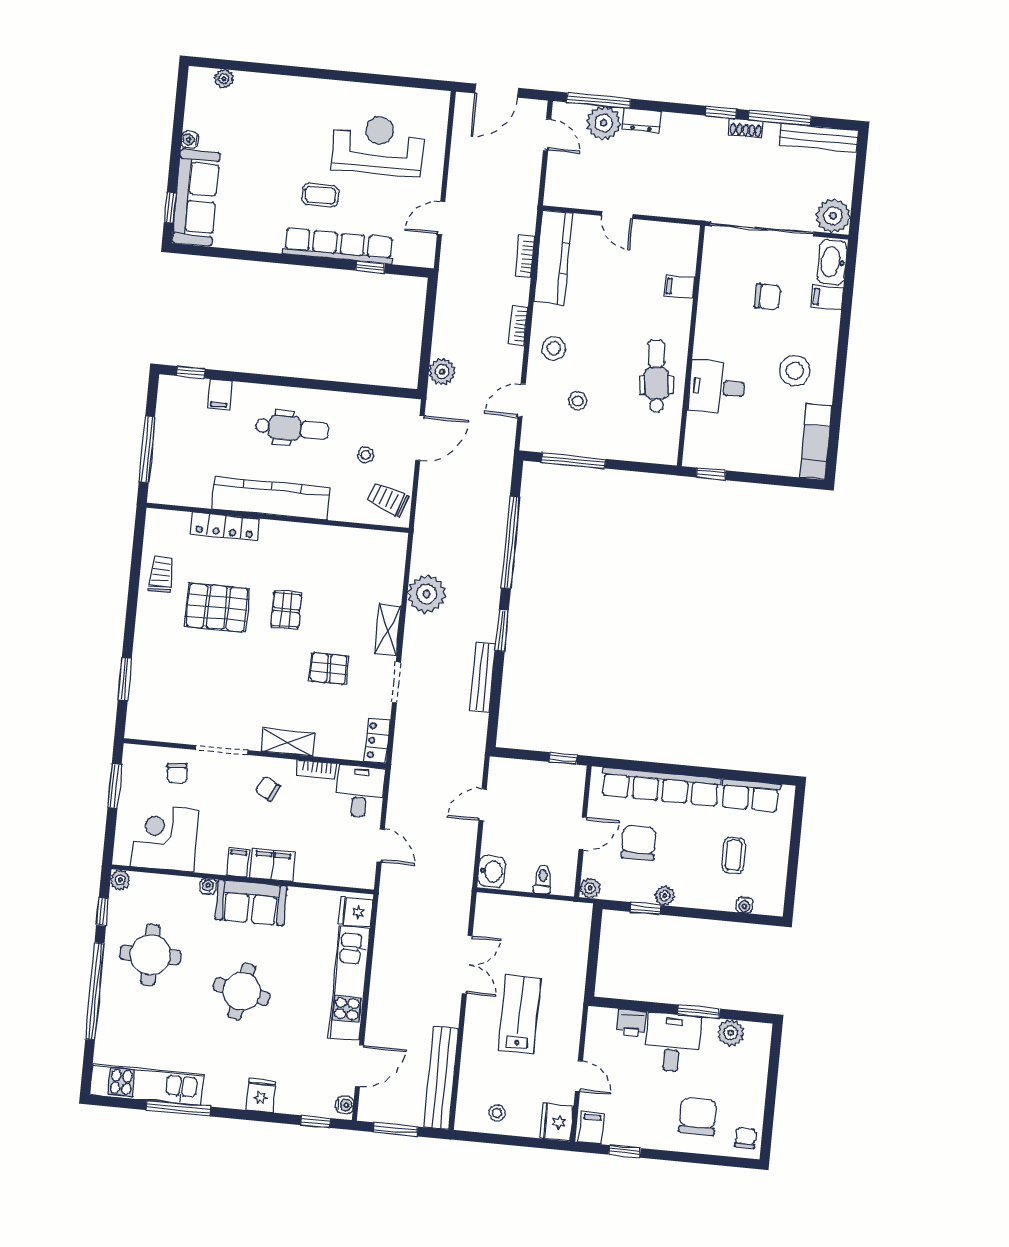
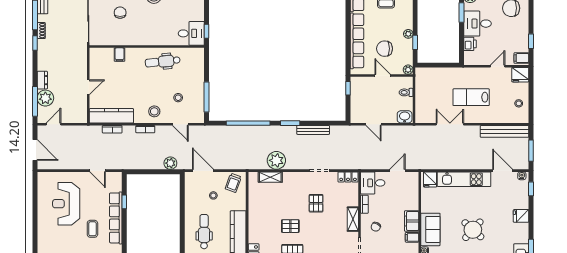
desk: (717, 387) -> (191, 33), moved, turned -90
shelving: (388, 630) -> (270, 177), moved
round table: (242, 992) -> (473, 230), turned 31

